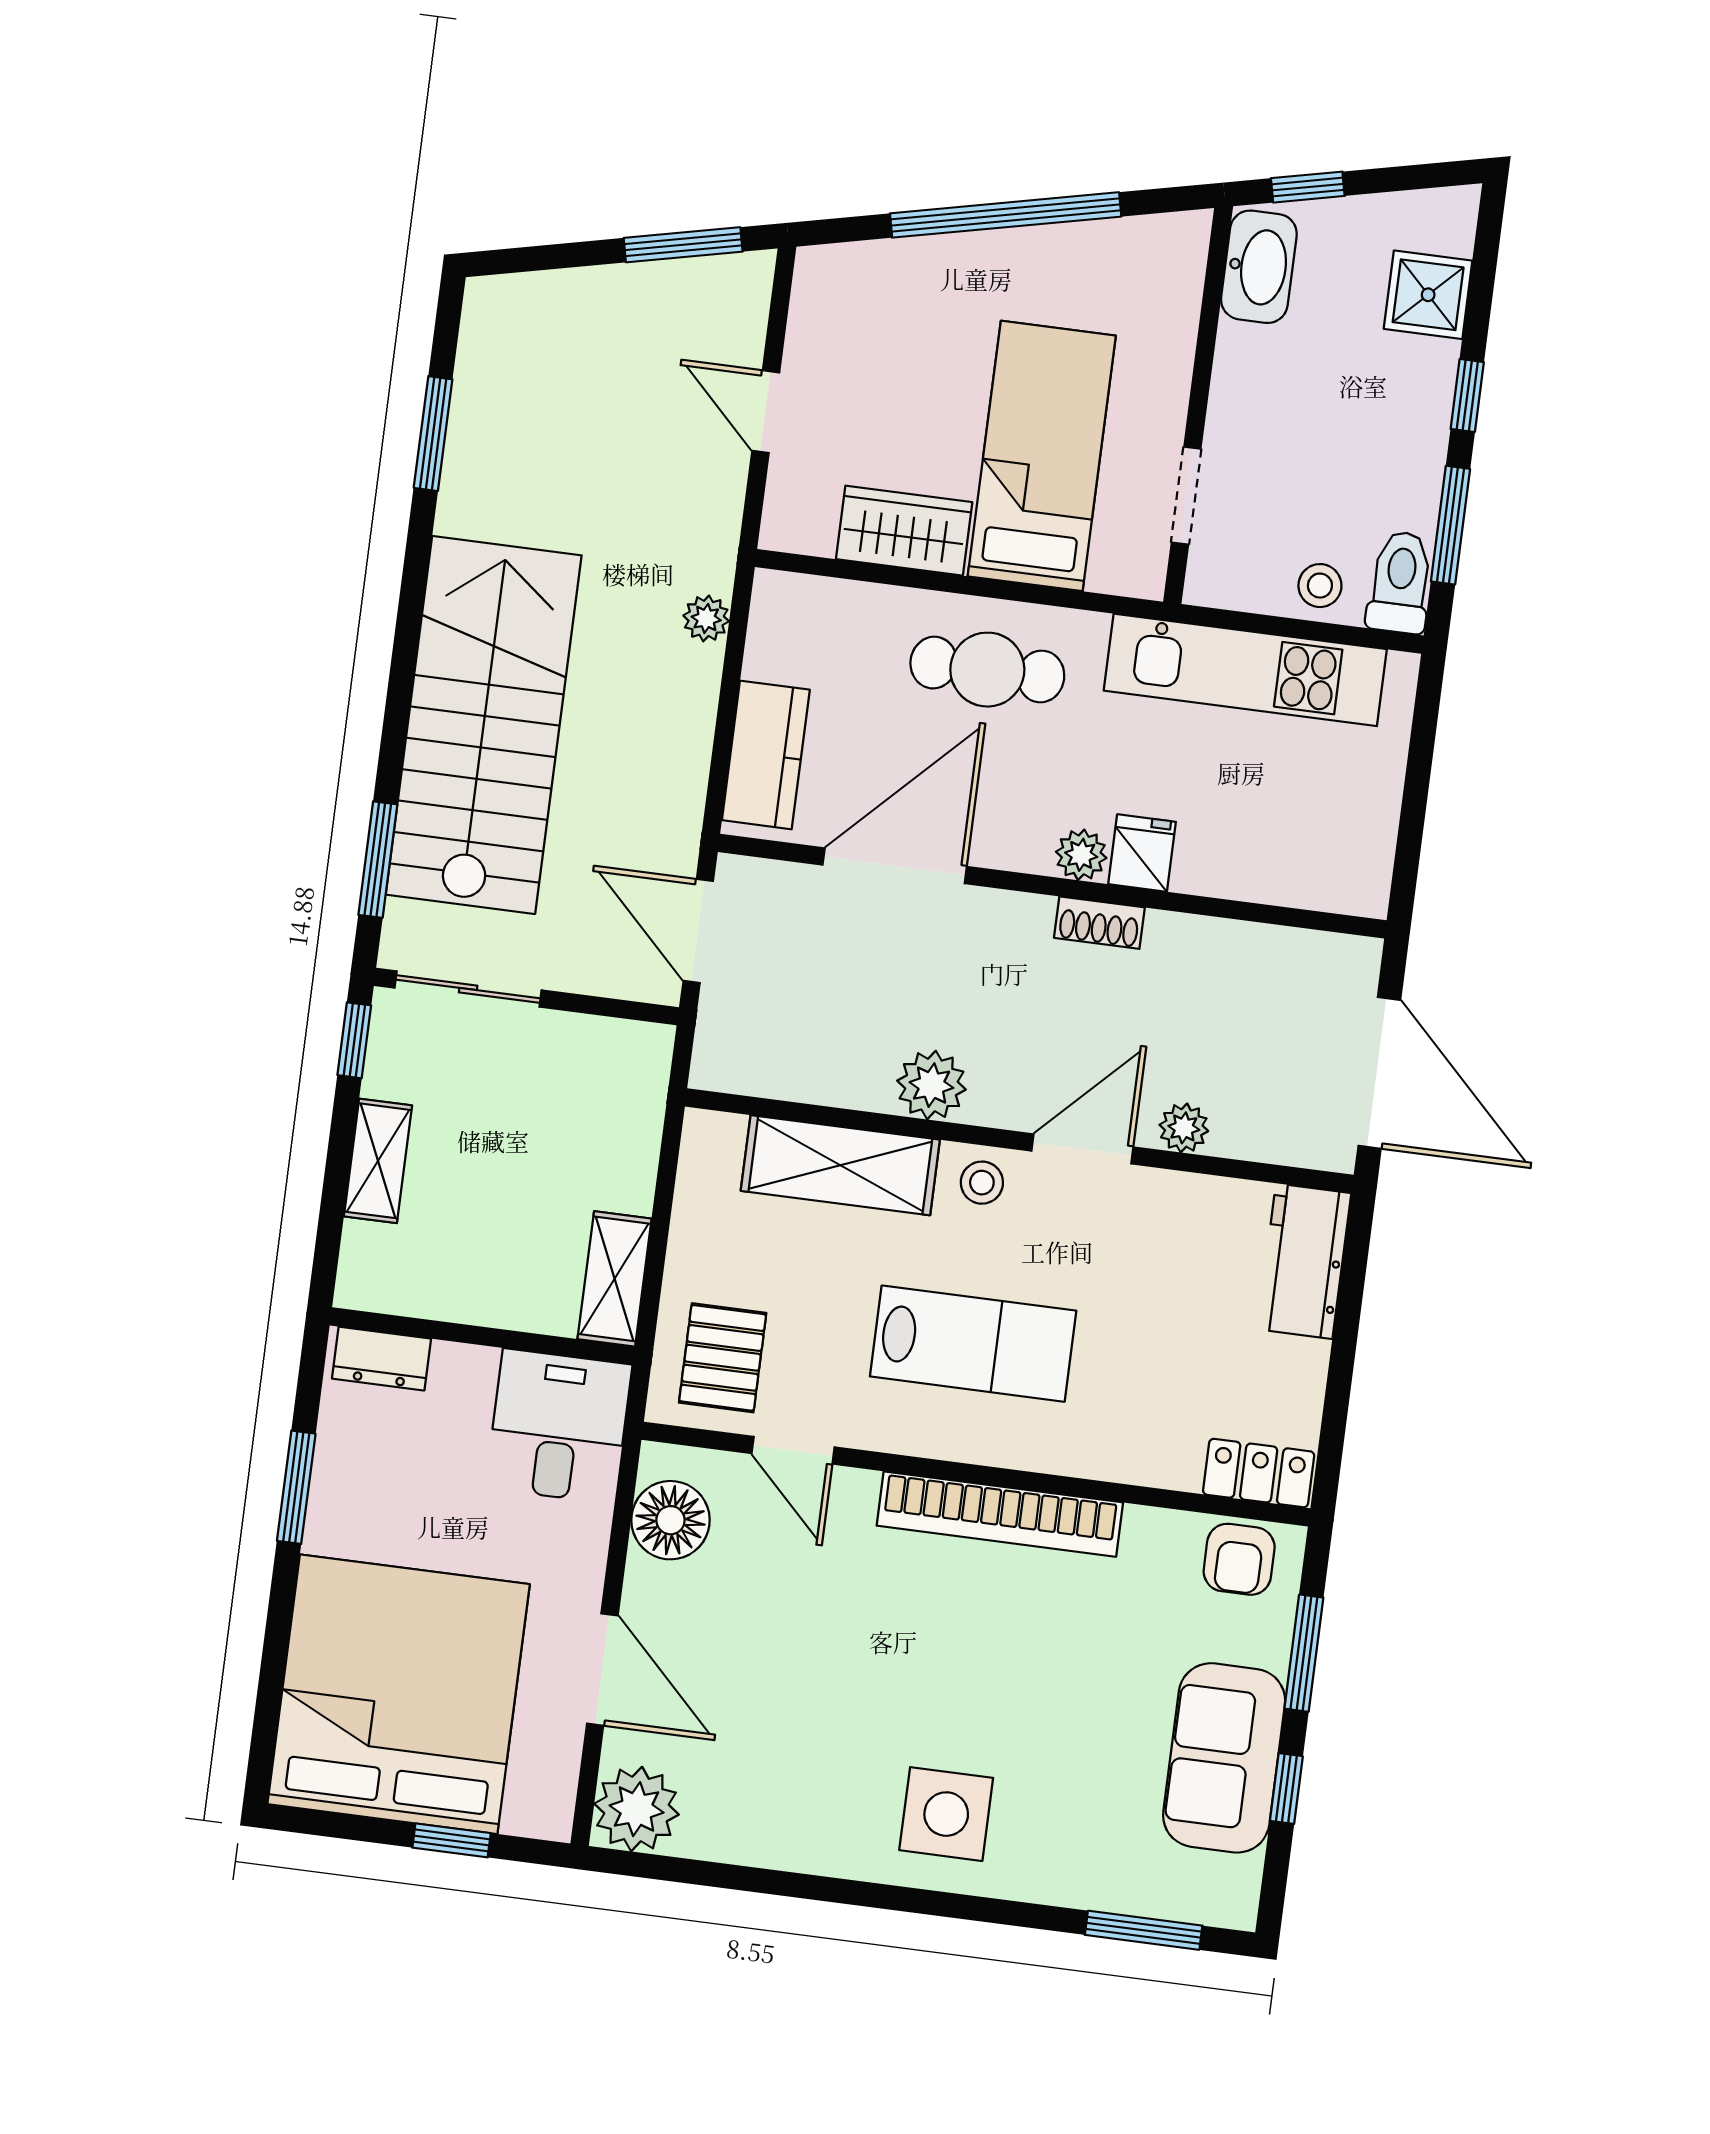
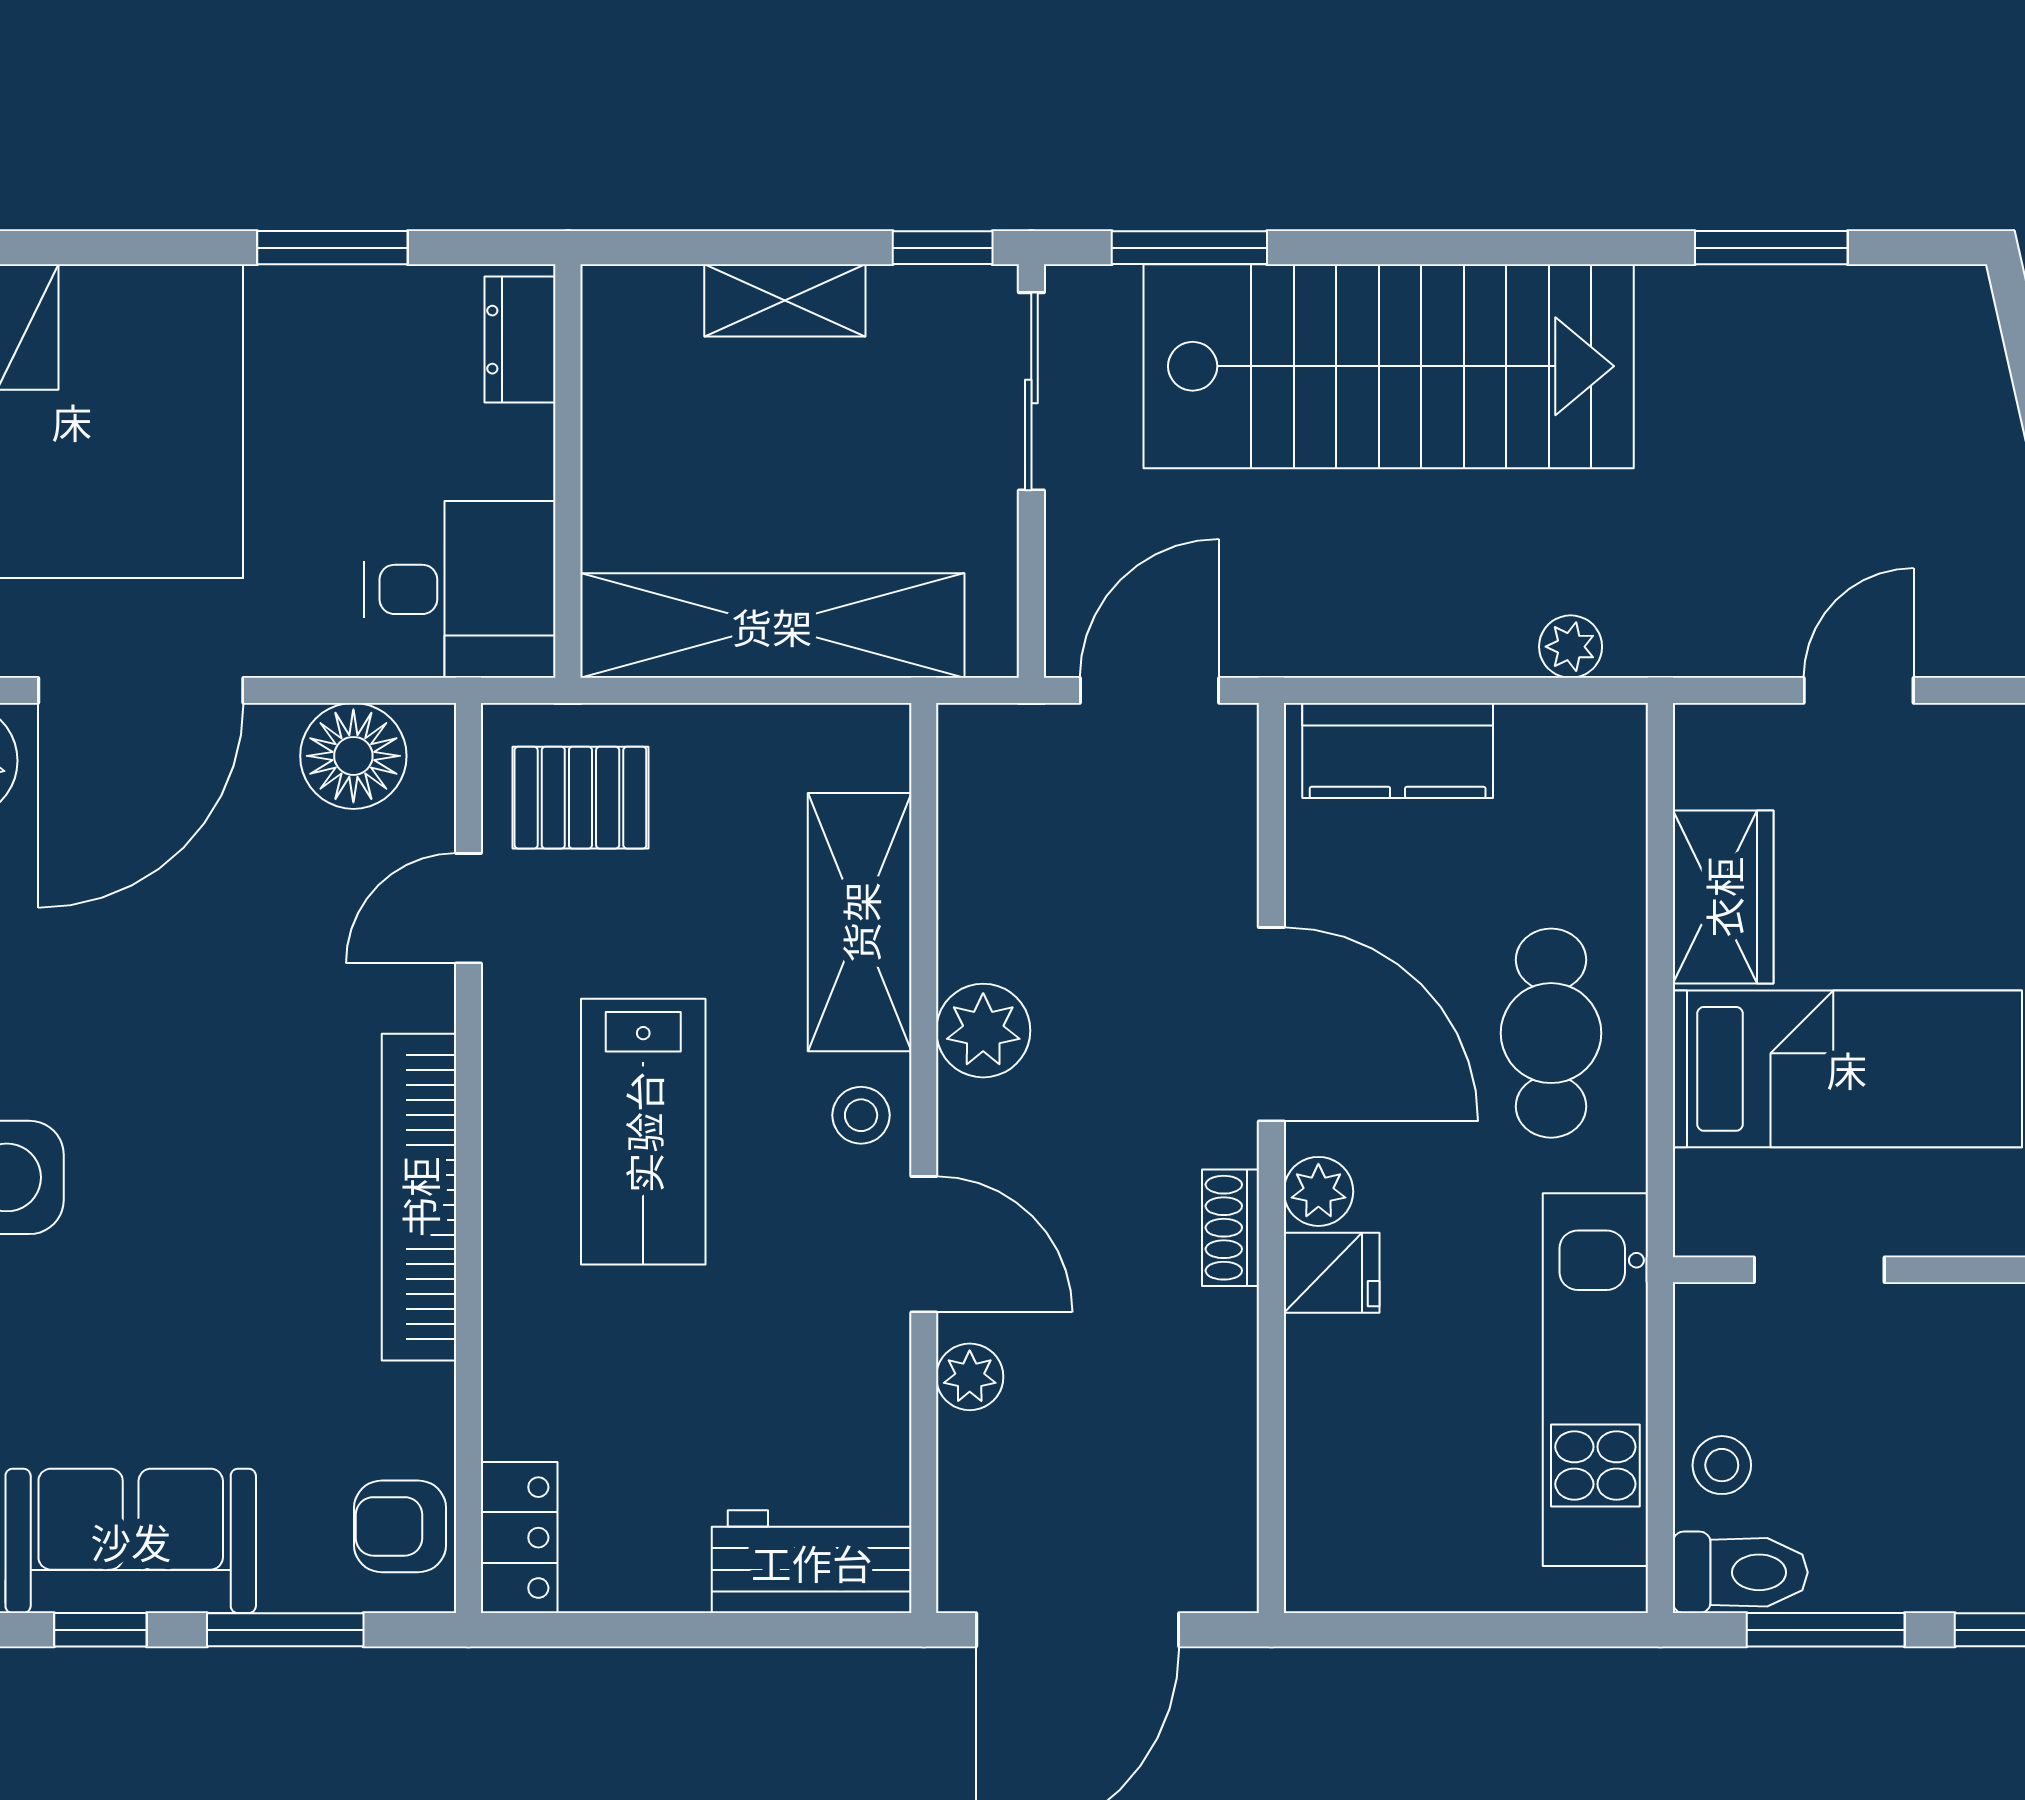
door: (895, 866) -> (1271, 1024), moved
shelving: (615, 1279) -> (772, 626), width x2.20, depth x1.33
door: (602, 1670) -> (141, 690), width x1.36

